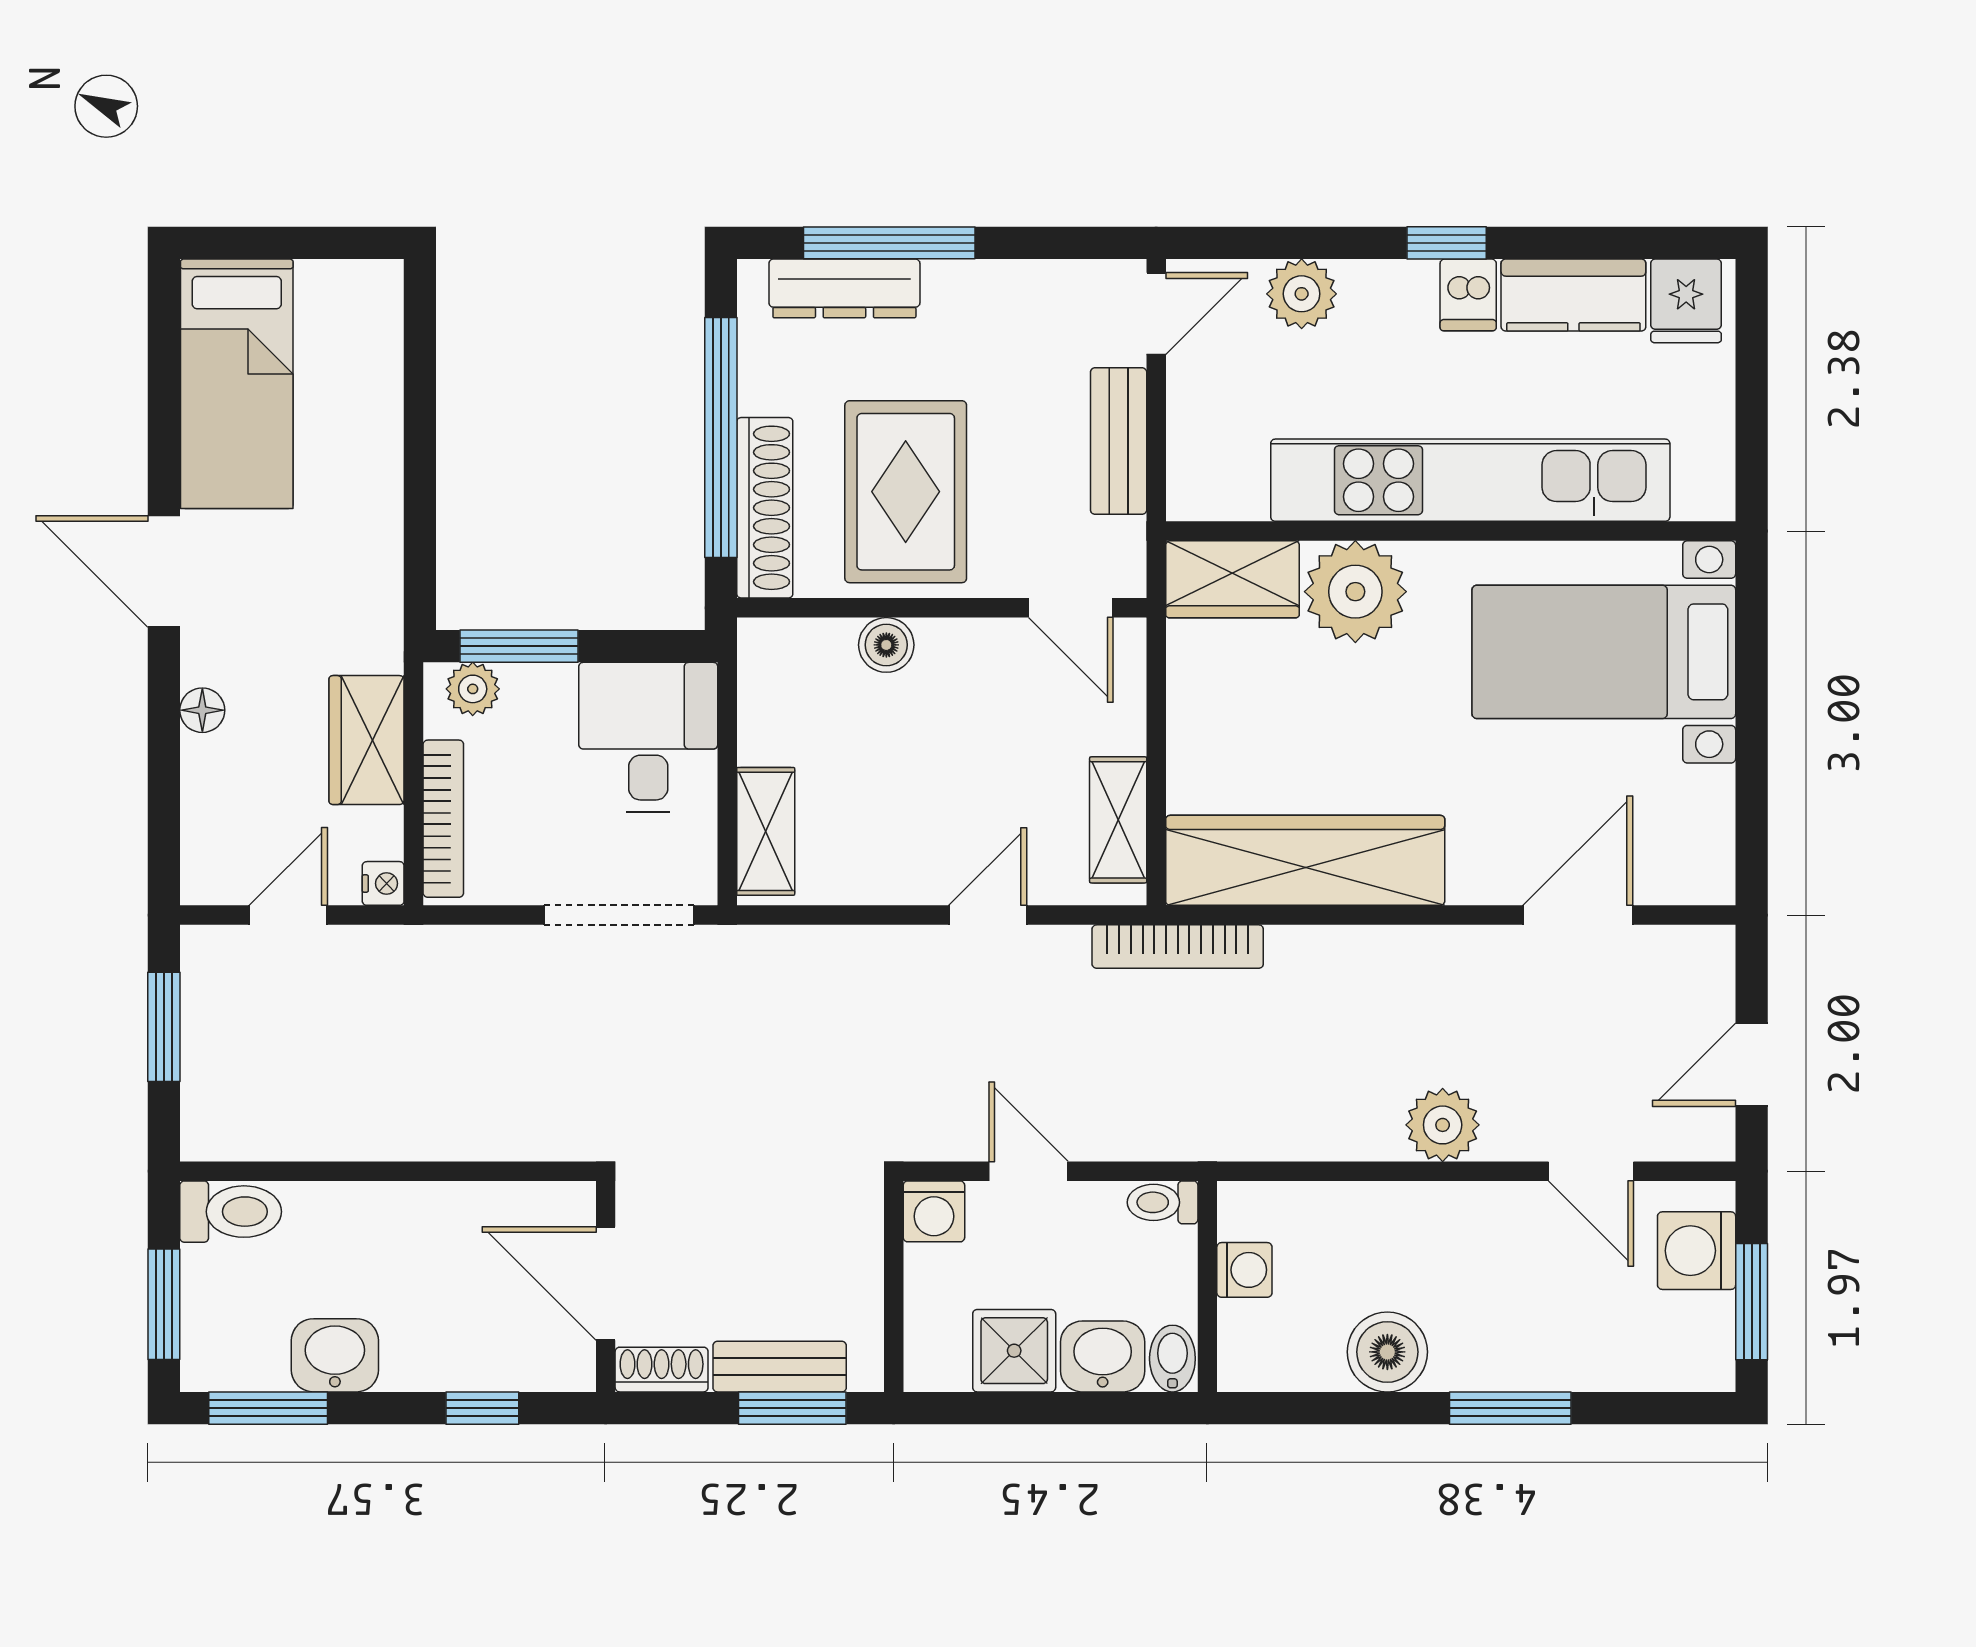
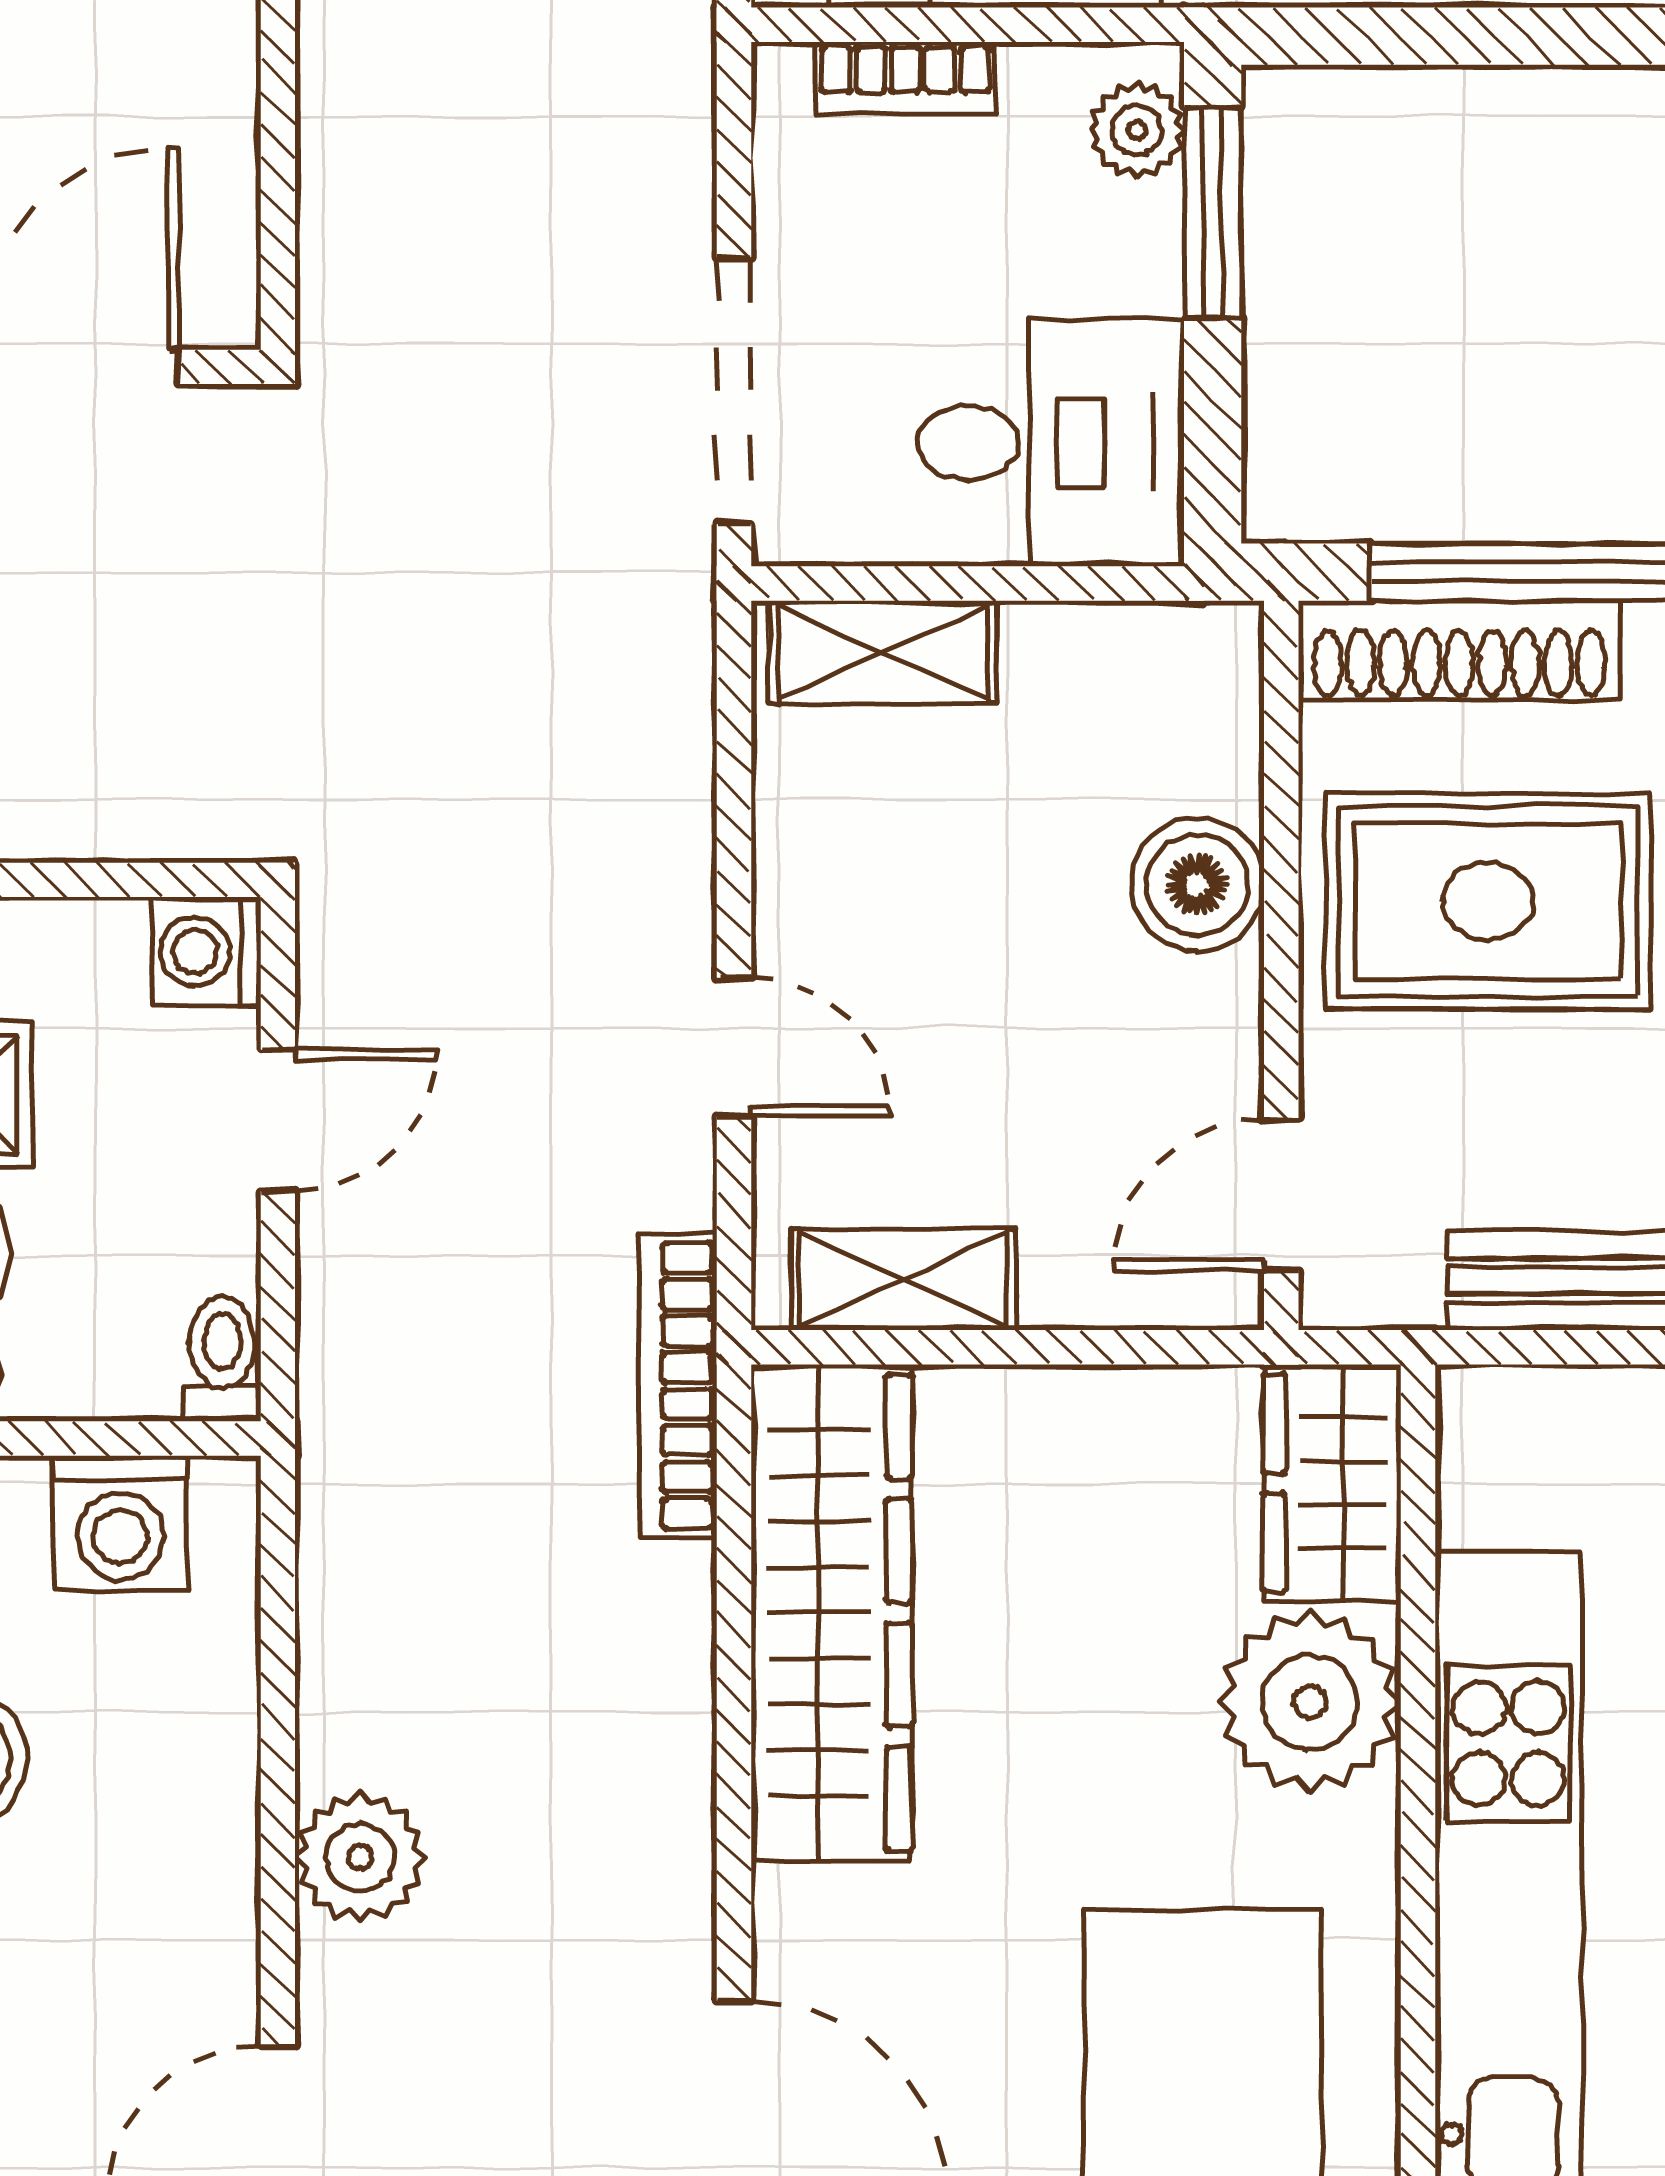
boiler: (886, 645) -> (1197, 884), width x1.36, depth x1.36
bookcase: (443, 819) -> (906, 78), width x0.64
washing machine: (1244, 1270) -> (120, 1523), width x1.38, depth x1.38

